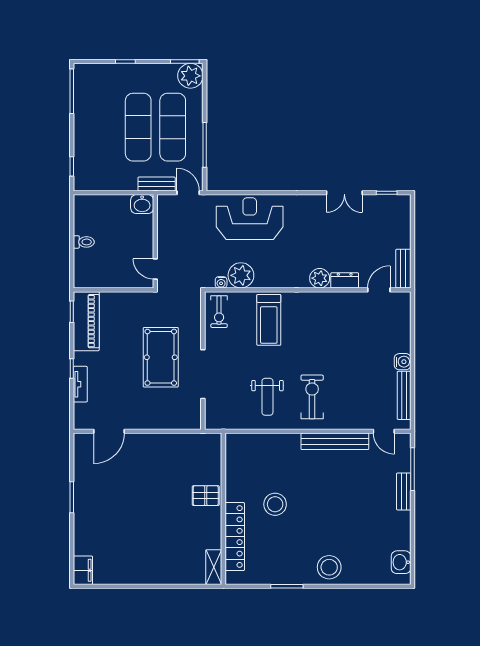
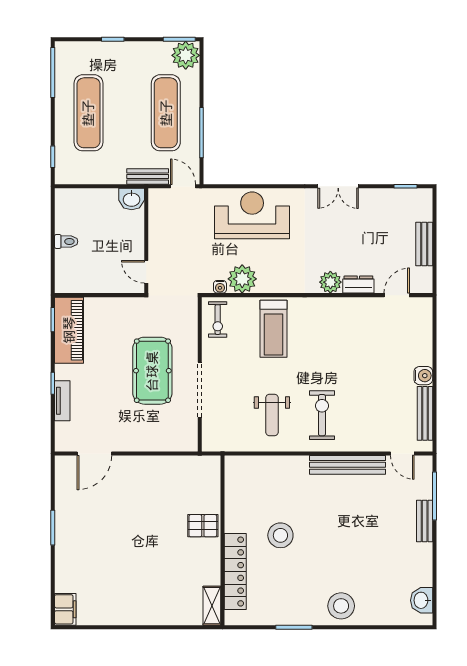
exercise mat: (138, 127) -> (88, 113), moved
double door: (344, 193) -> (338, 186), moved
bench: (403, 269) -> (424, 244), moved

